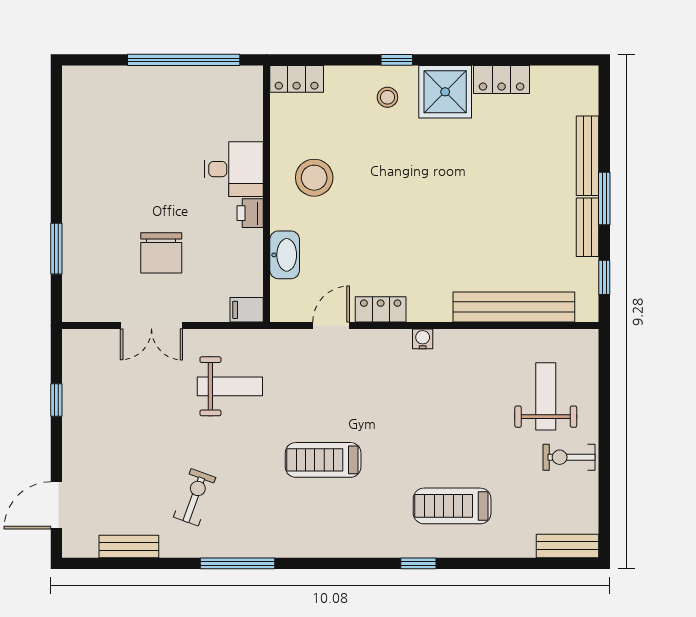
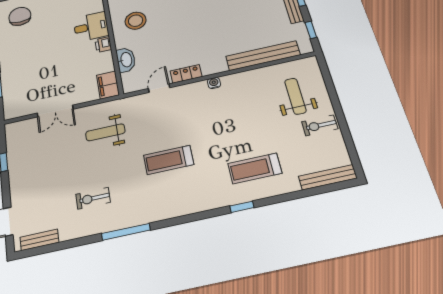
chair: (161, 253) -> (20, 16), moved, turned 180
filing cabinet: (247, 310) -> (108, 85), width x2.00
weight bench: (230, 386) -> (105, 132), turned 180
exercise bike: (195, 497) -> (93, 198), turned -110
bench: (129, 546) -> (39, 240), moved
bench: (568, 546) -> (328, 177), width x1.36

